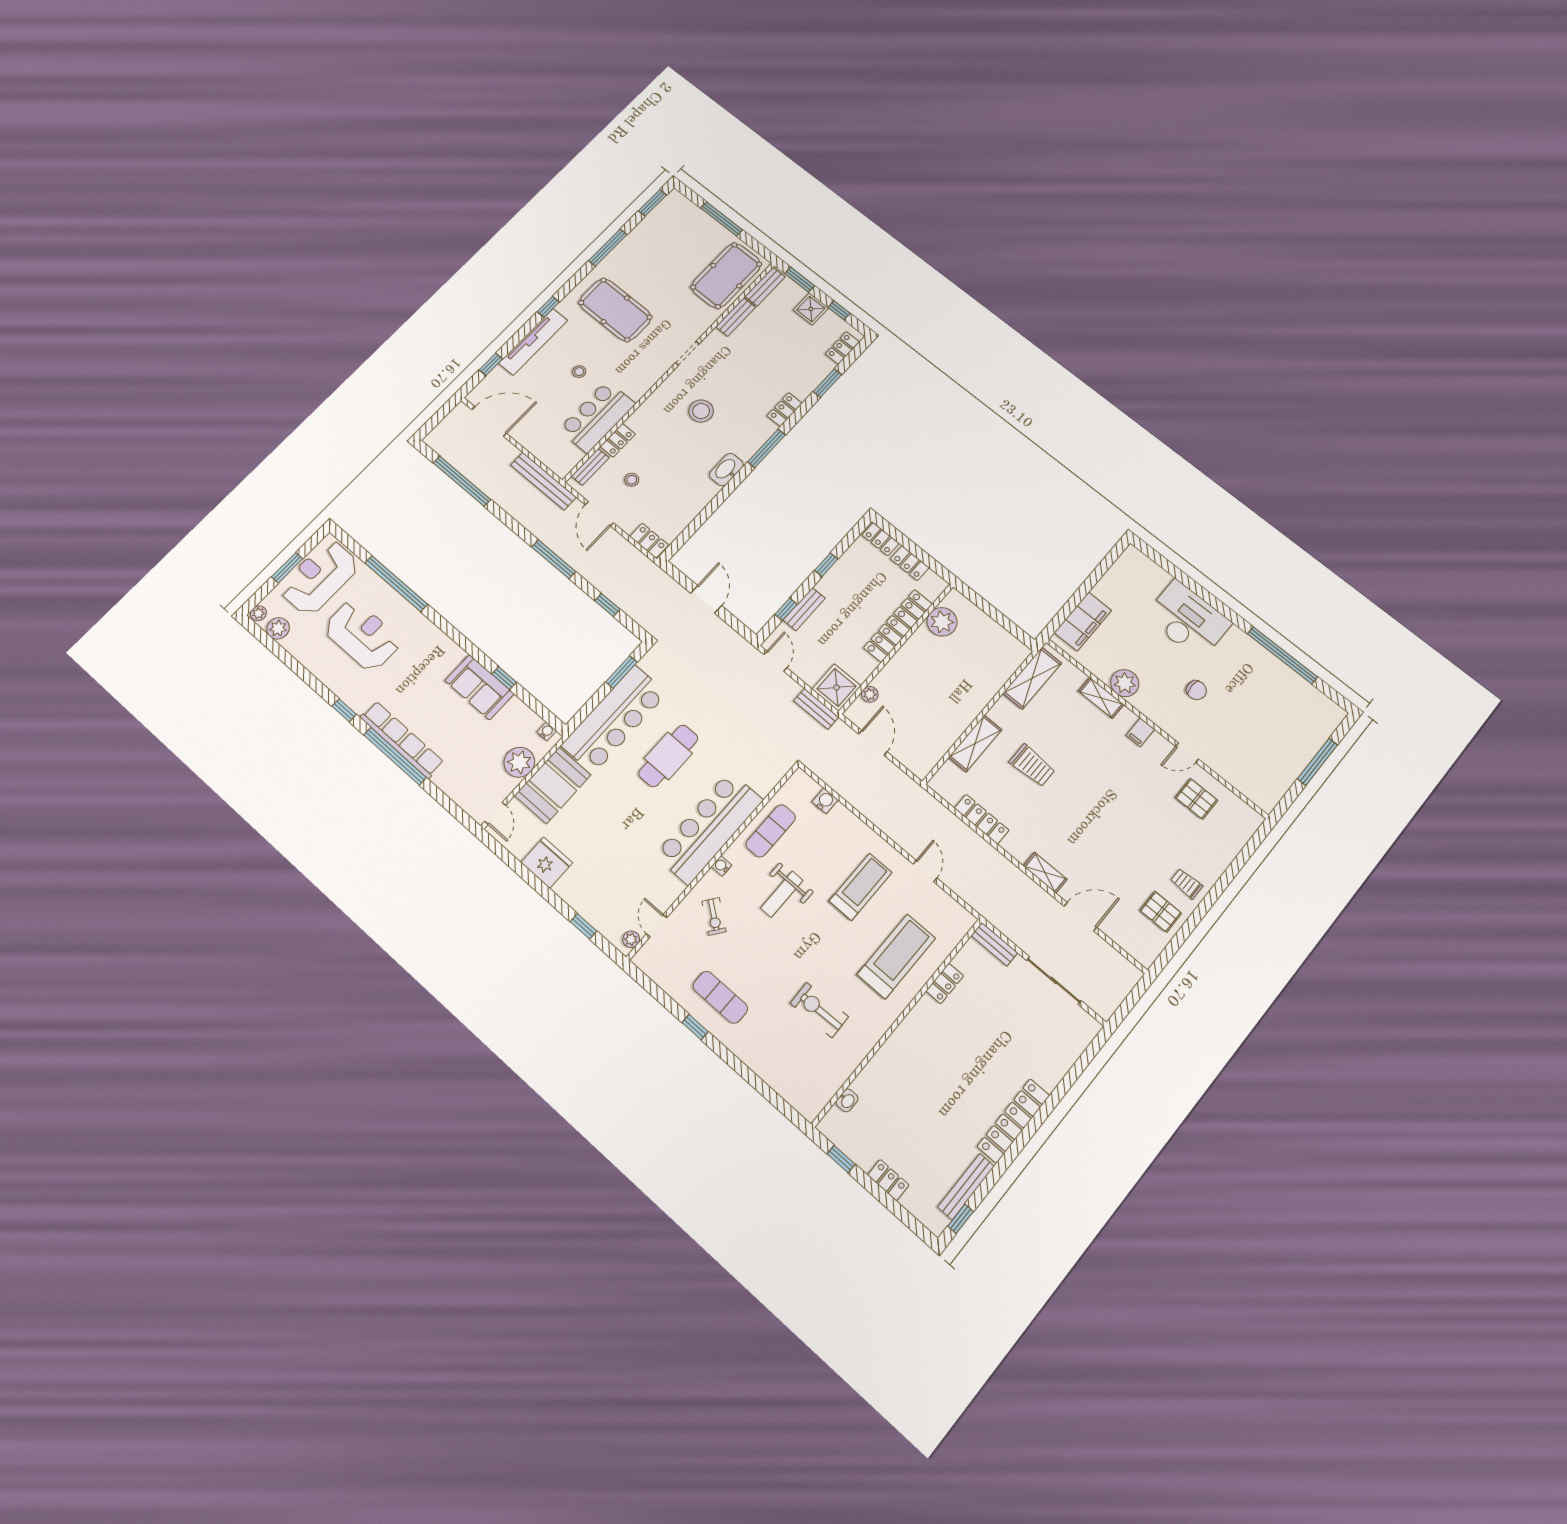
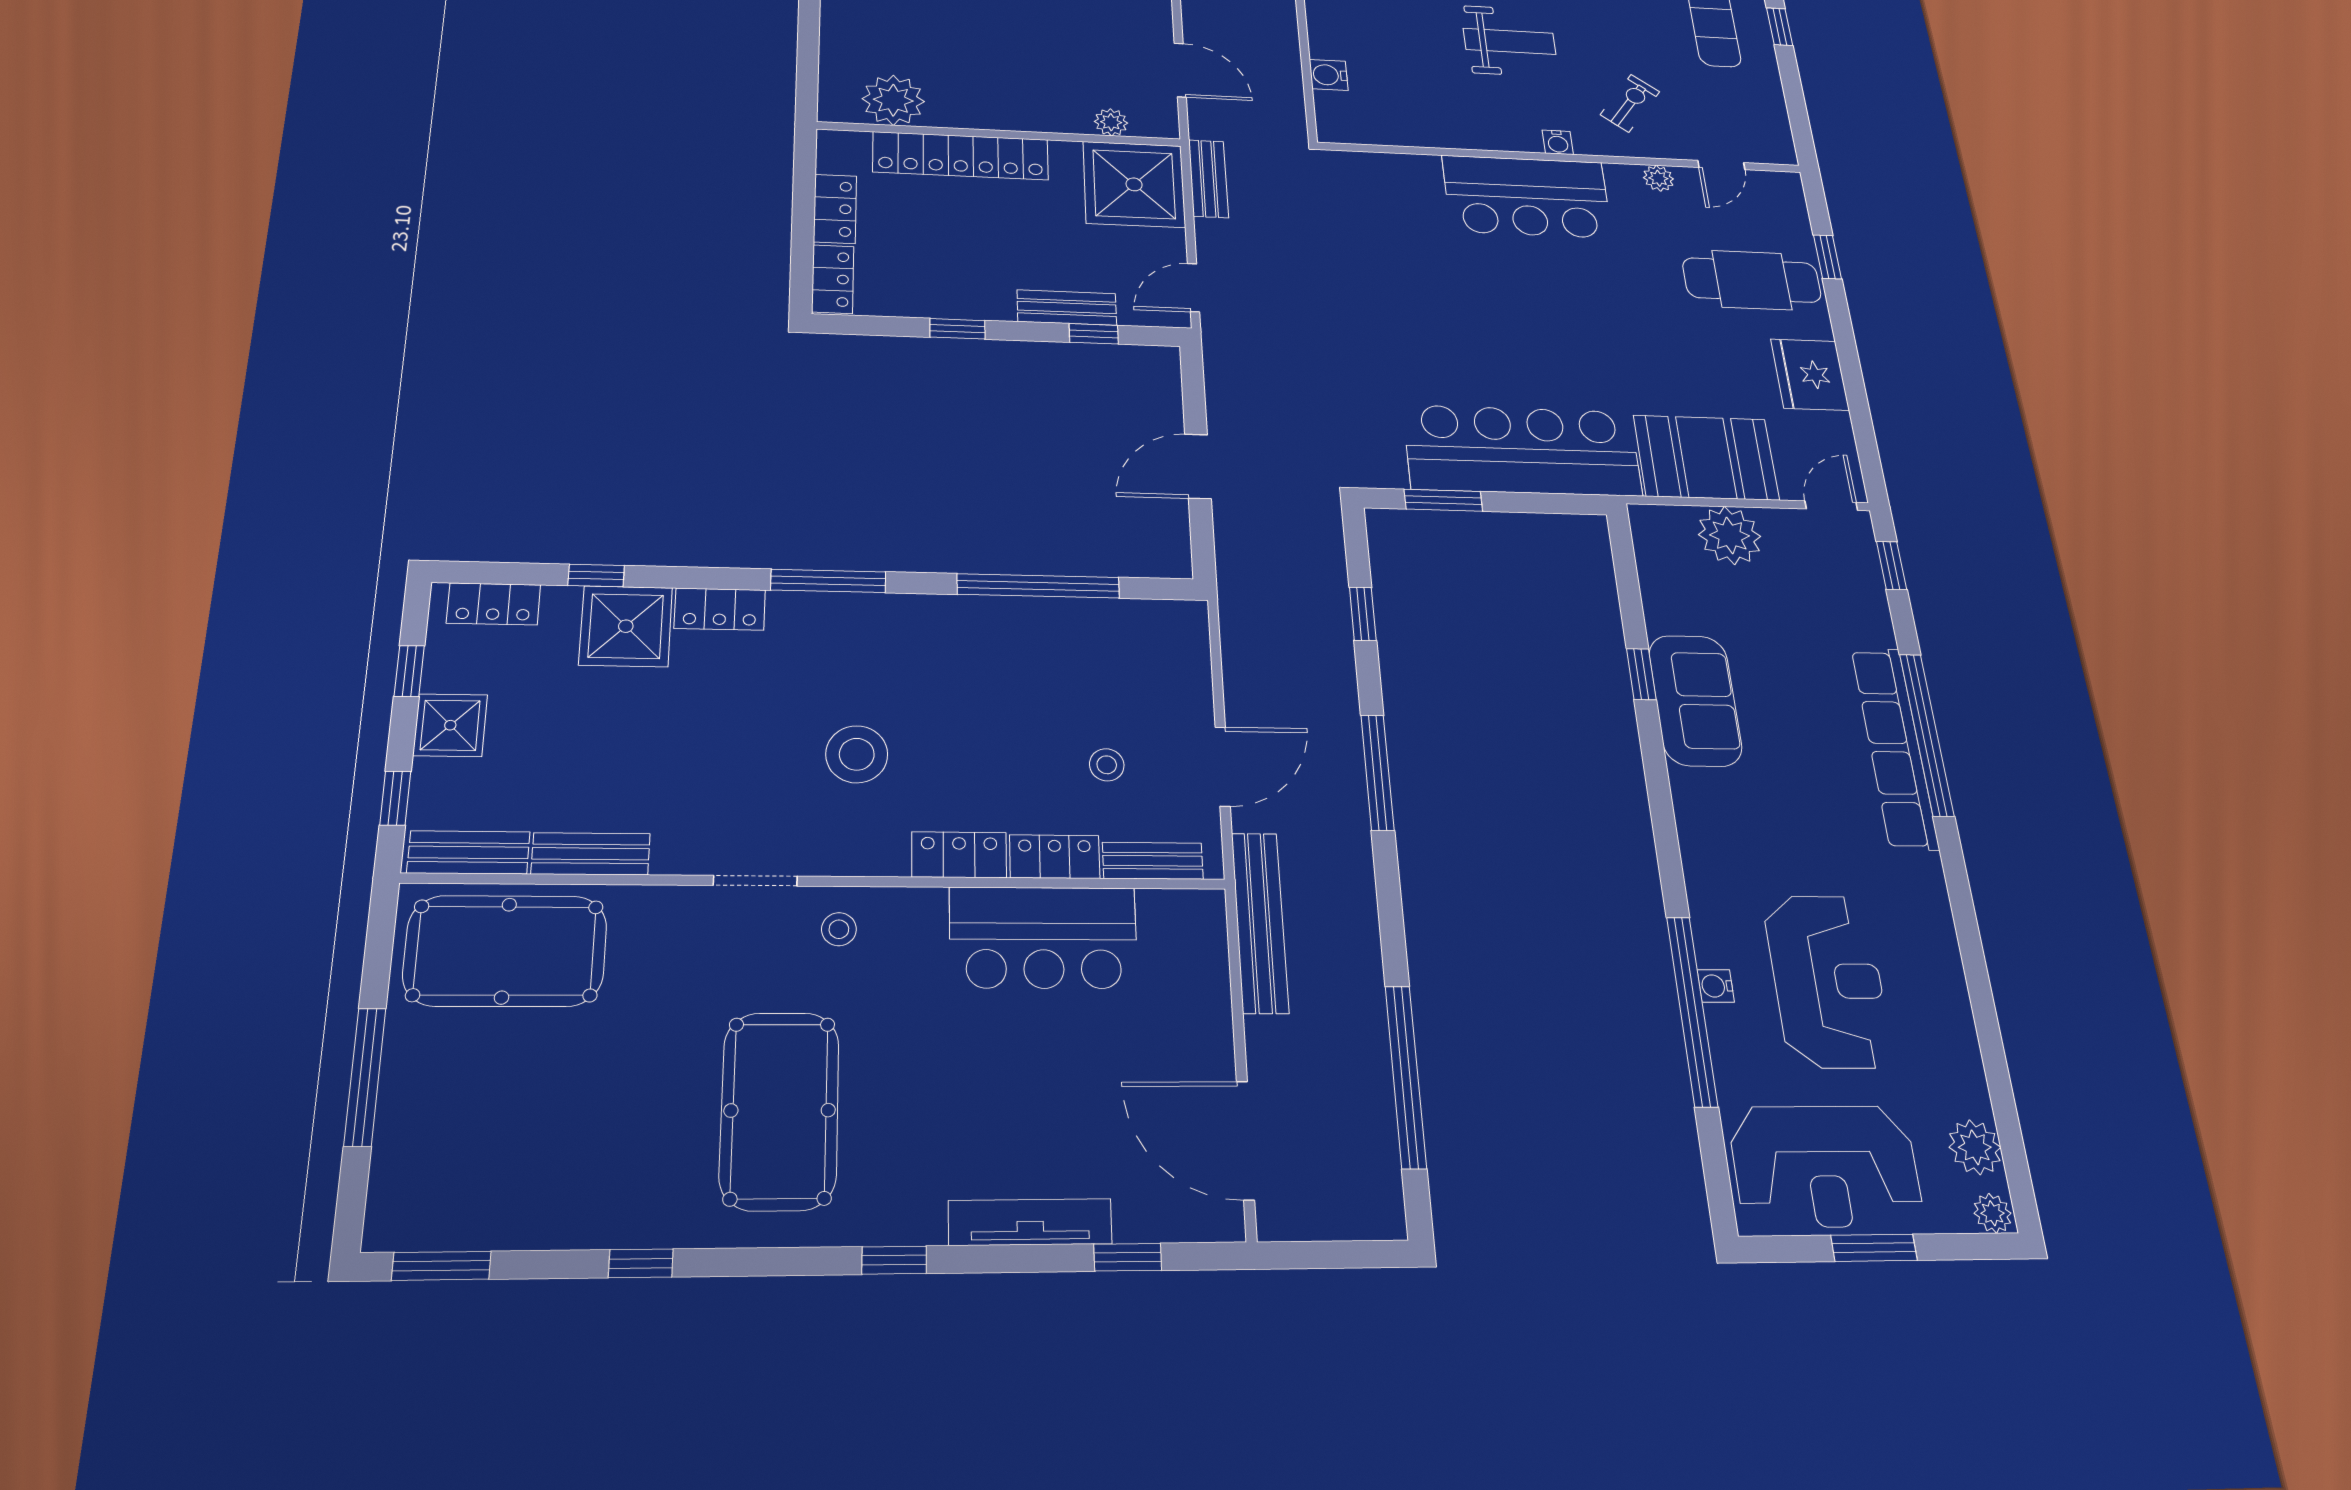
window: (608, 248) -> (641, 1263), width x0.46
window: (800, 280) -> (395, 798), width x0.67
tv unit: (533, 342) -> (1030, 1222), width x0.73, depth x0.78
stool: (579, 372) -> (839, 929), moved
shower: (802, 379) -> (626, 626), added
window: (827, 383) -> (596, 575), width x0.67
washbasin: (726, 470) -> (934, 617), removed
window: (709, 510) -> (1038, 586), added
locker: (649, 541) -> (959, 855), moved, turned 90
reception desk: (362, 635) -> (1828, 981), turned 180
shower: (837, 687) -> (1134, 184), width x1.37, depth x1.37
window: (344, 710) -> (1892, 566), moved
water cooler: (547, 731) -> (1716, 986), moved
door: (873, 743) -> (1180, 70), swing flipped
cafe table: (668, 756) -> (1752, 280), moved
bar counter: (709, 828) -> (1527, 197), width x0.73
exercise mat: (771, 831) -> (1444, 114), removed
plant: (631, 939) -> (1658, 178), moved

